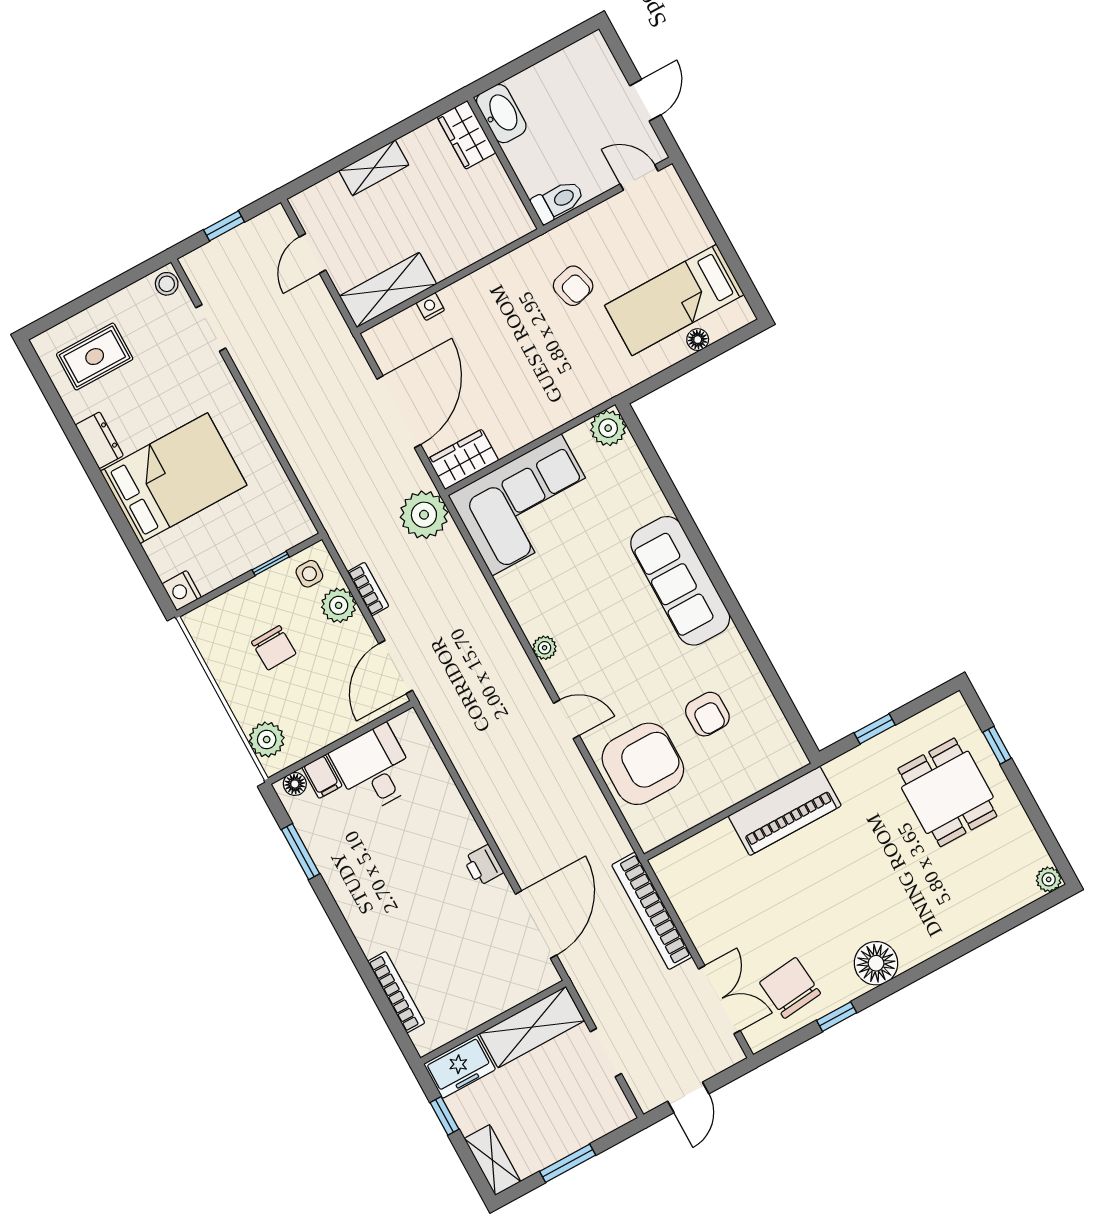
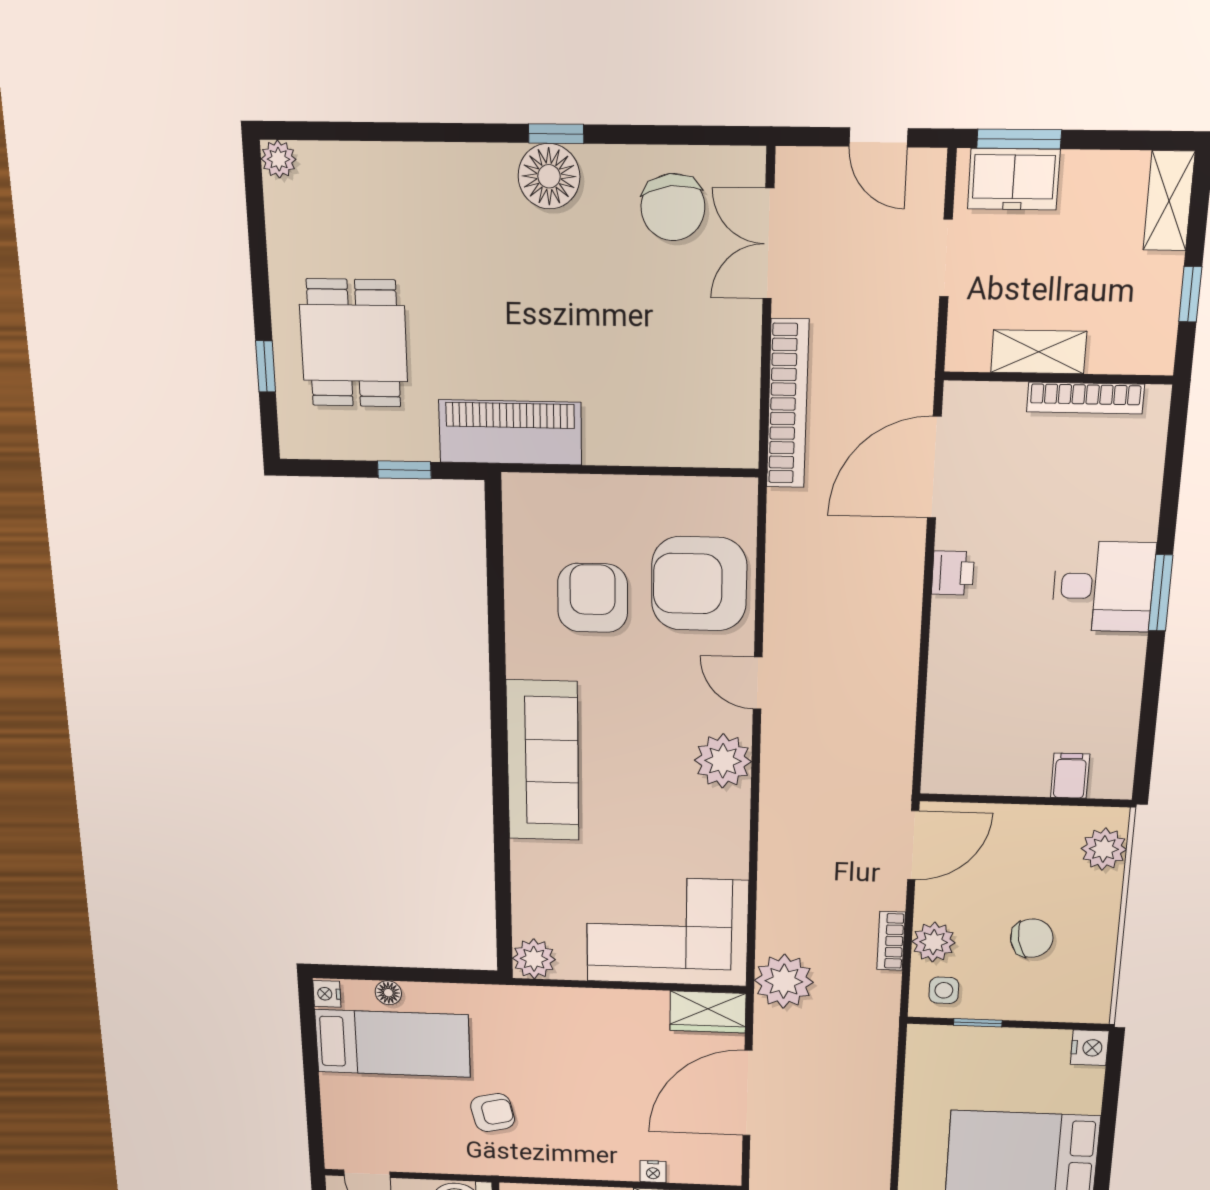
armchair: (573, 286) -> (493, 1113), turned 92
nightstand: (741, 312) -> (327, 994), added
chair: (274, 648) -> (1032, 938), turned 80
plant: (545, 648) -> (723, 761), width x1.88, depth x1.88
armchair: (707, 714) -> (593, 598), width x1.38, depth x1.38
desk: (374, 769) -> (1103, 586), moved, turned -90
floor lamp: (295, 784) -> (1105, 785), removed
piano: (785, 811) -> (510, 432), moved
window: (300, 852) -> (1161, 593), moved
bookcase: (396, 992) -> (1085, 398), moved, turned -90
window: (837, 1017) -> (556, 134), moved
shelving: (532, 1027) -> (1039, 352), width x0.67, depth x0.75
freezer: (460, 1067) -> (1014, 179), moved, turned 180
door: (688, 1097) -> (878, 137), swing flipped
window: (568, 1163) -> (1019, 139), moved

